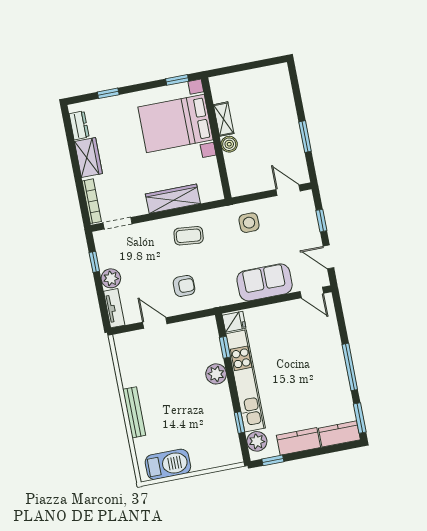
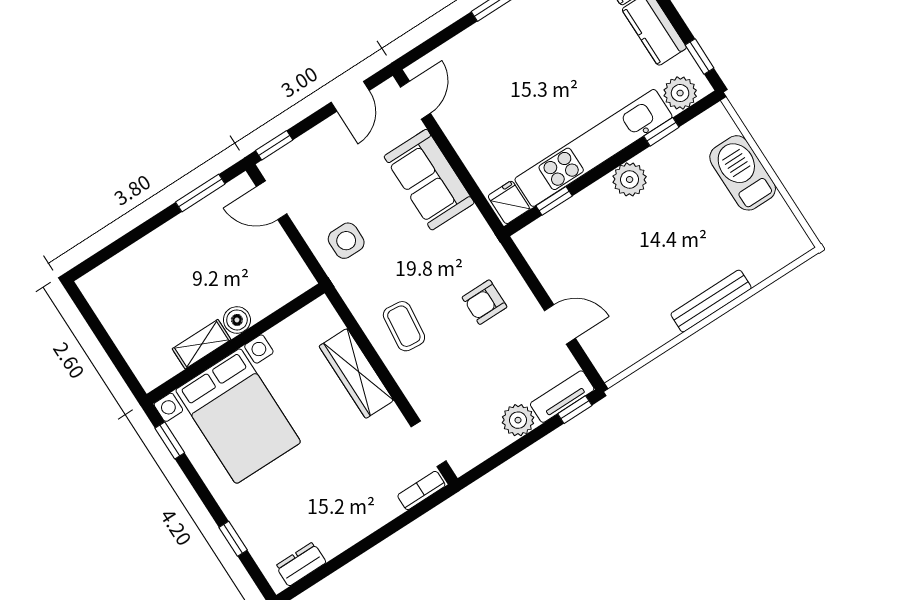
window: (305, 137) -> (200, 193), moved
wardrobe: (88, 158) -> (345, 530), removed
door: (288, 190) -> (272, 200), hinge flipped
bookcase: (92, 201) -> (421, 490), width x0.64
window: (321, 221) -> (274, 145), moved
window: (94, 262) -> (575, 410), moved
armchair: (184, 286) -> (485, 302), turned -90
door: (155, 323) -> (560, 324), swing flipped
plant: (216, 374) -> (630, 179), moved
barbecue: (168, 464) -> (743, 173), moved

